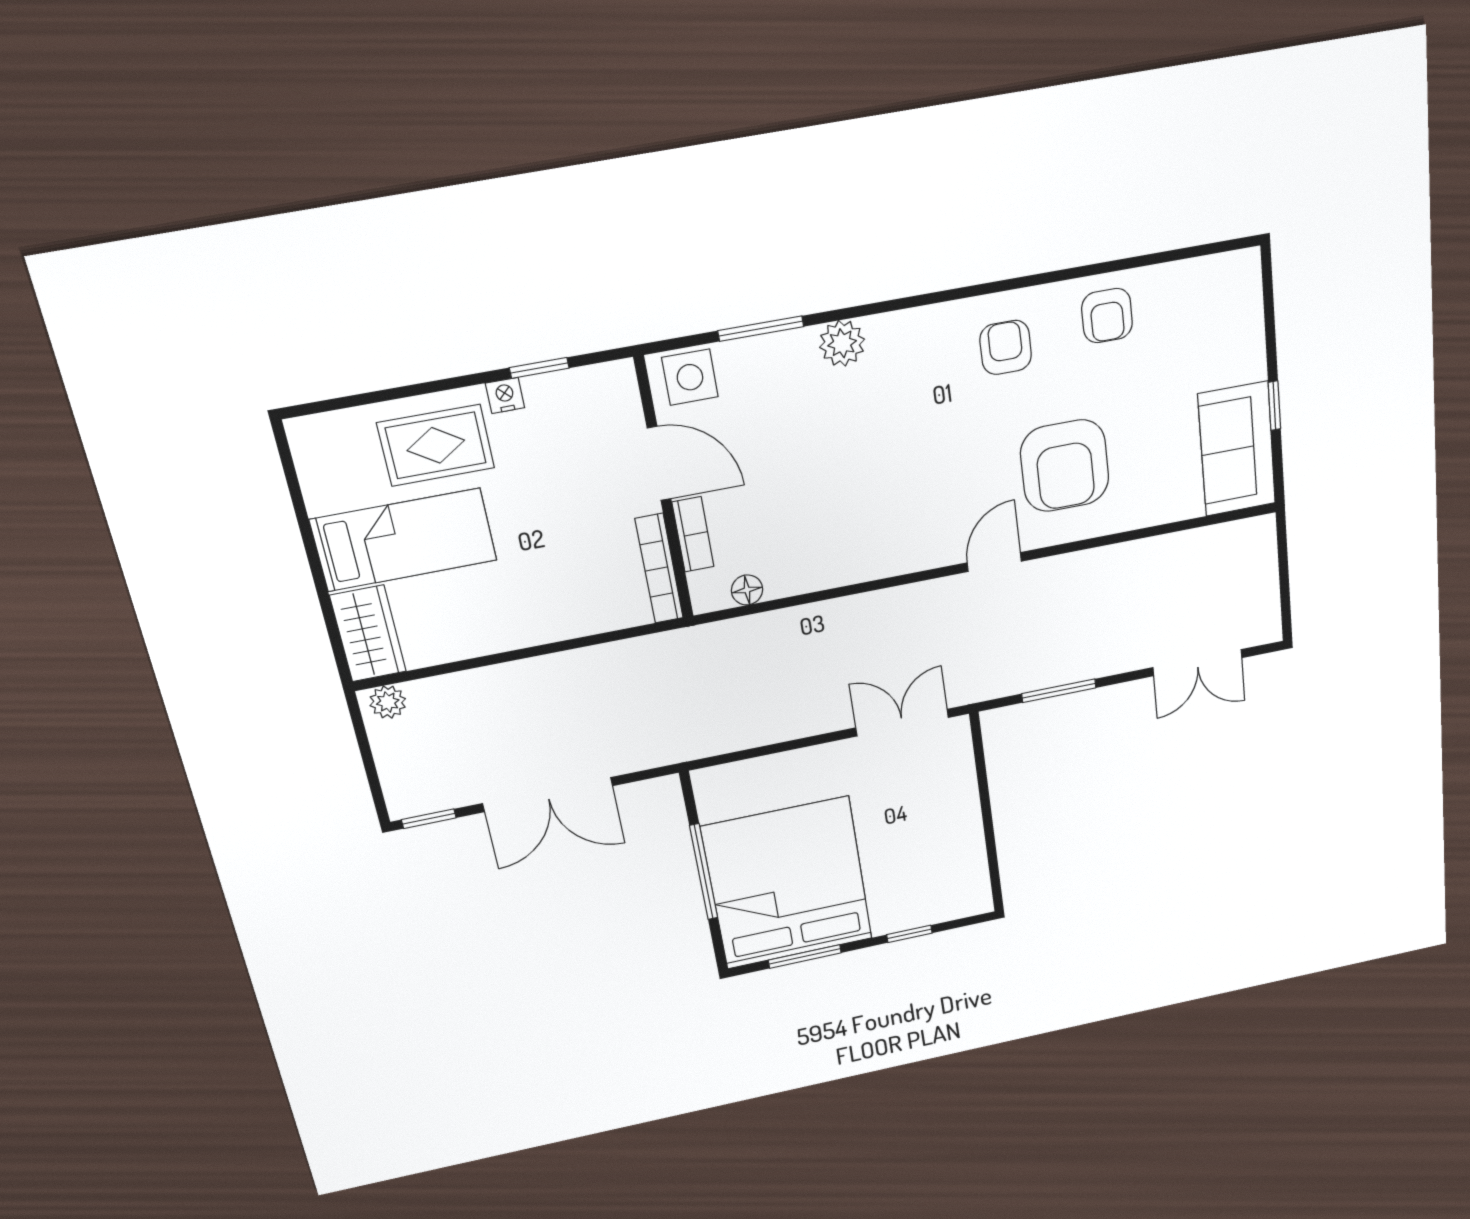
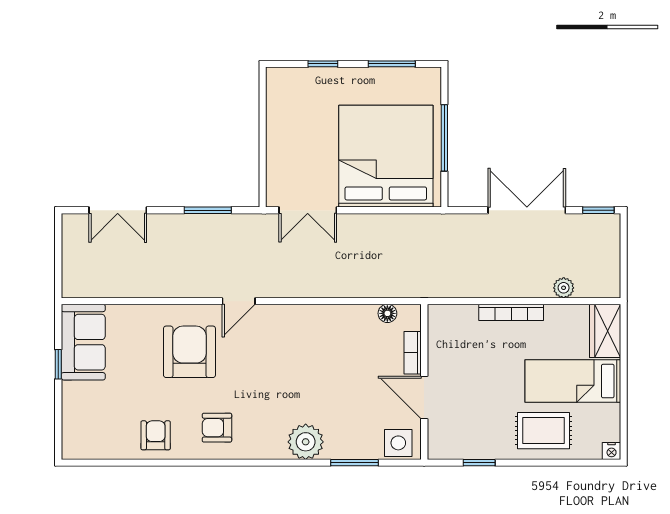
plant: (842, 343) -> (306, 442), width x1.36, depth x1.36
armchair: (1006, 347) -> (217, 428), turned 90
nightstand: (505, 395) -> (612, 451), moved
bookcase: (659, 569) -> (511, 312), moved, turned 90
double door: (1197, 663) -> (118, 210), swing flipped
plant: (388, 702) -> (564, 288), moved
bed: (787, 883) -> (386, 156), moved, turned 180

